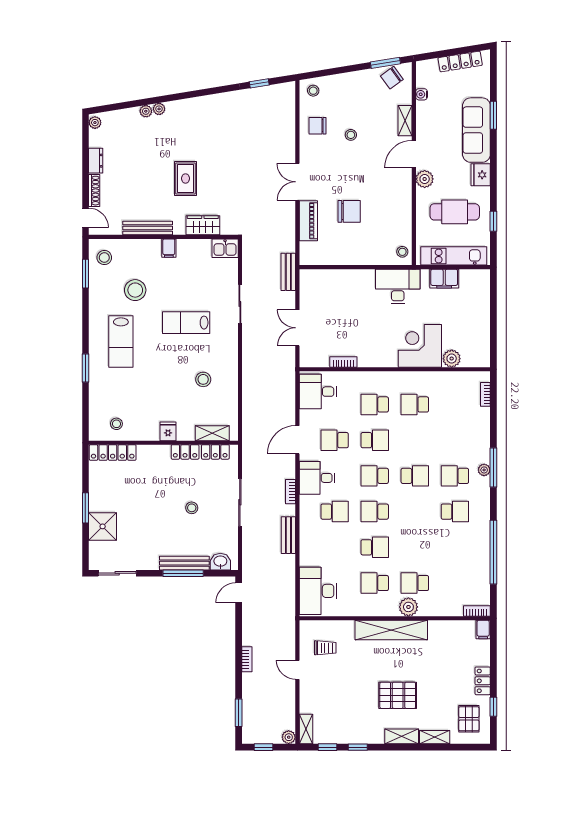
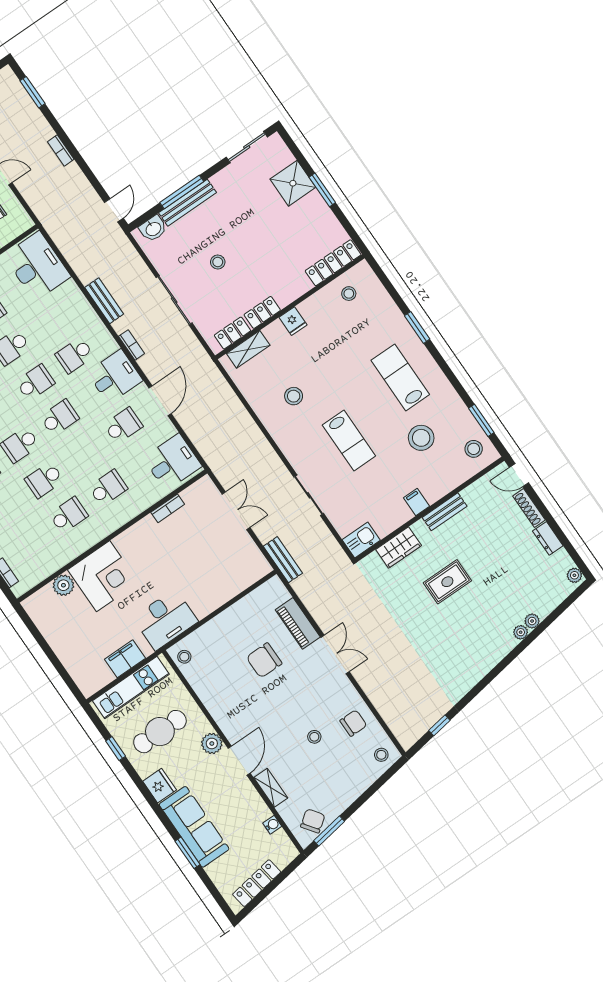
rug: (185, 178) -> (447, 582), turned 90
bench: (148, 228) -> (445, 512), width x0.73
lab bench: (186, 323) -> (349, 440), turned 90
school desk: (375, 440) -> (44, 480), moved

